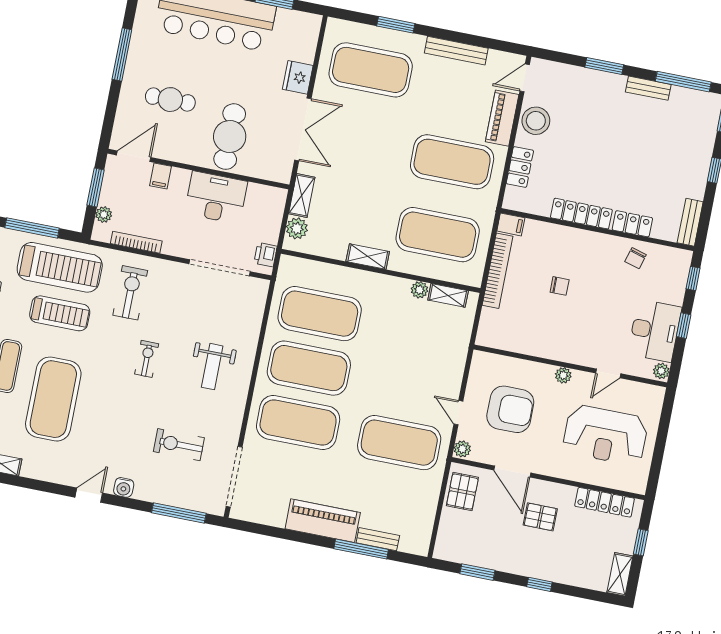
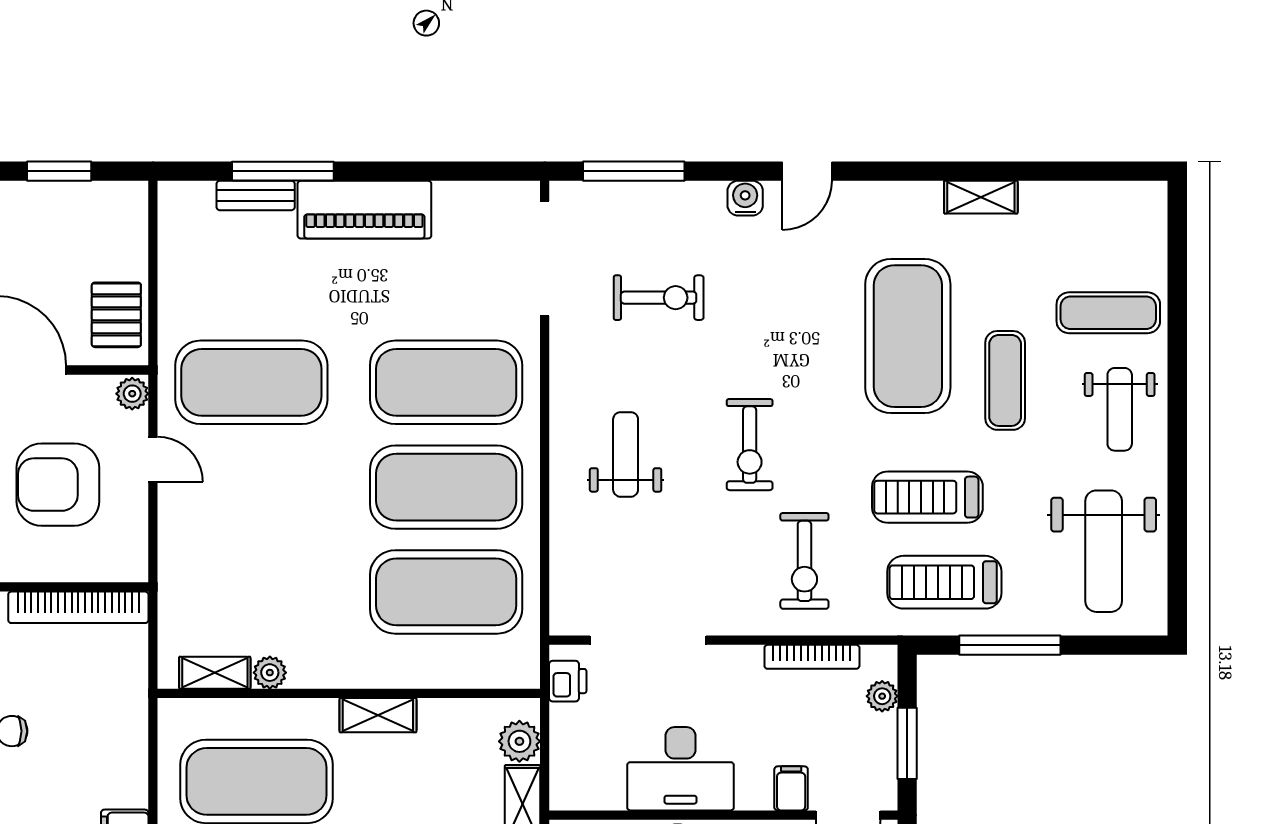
treadmill: (60, 267) -> (944, 582), width x0.73, depth x0.73
bookcase: (497, 271) -> (78, 607), moved, turned -90
exercise bike: (147, 359) -> (750, 445), width x1.38, depth x1.39

